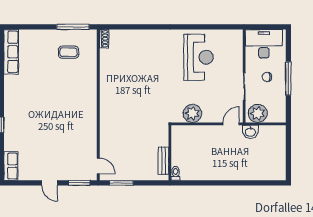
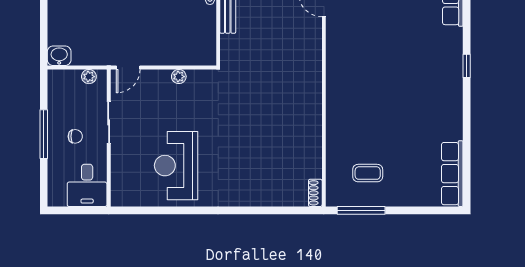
desk: (264, 44) -> (87, 185), width x0.73
plant: (192, 113) -> (179, 77), width x0.53, depth x0.53
plant: (258, 113) -> (89, 77), width x0.53, depth x0.53
washbasin: (250, 132) -> (59, 56), moved

